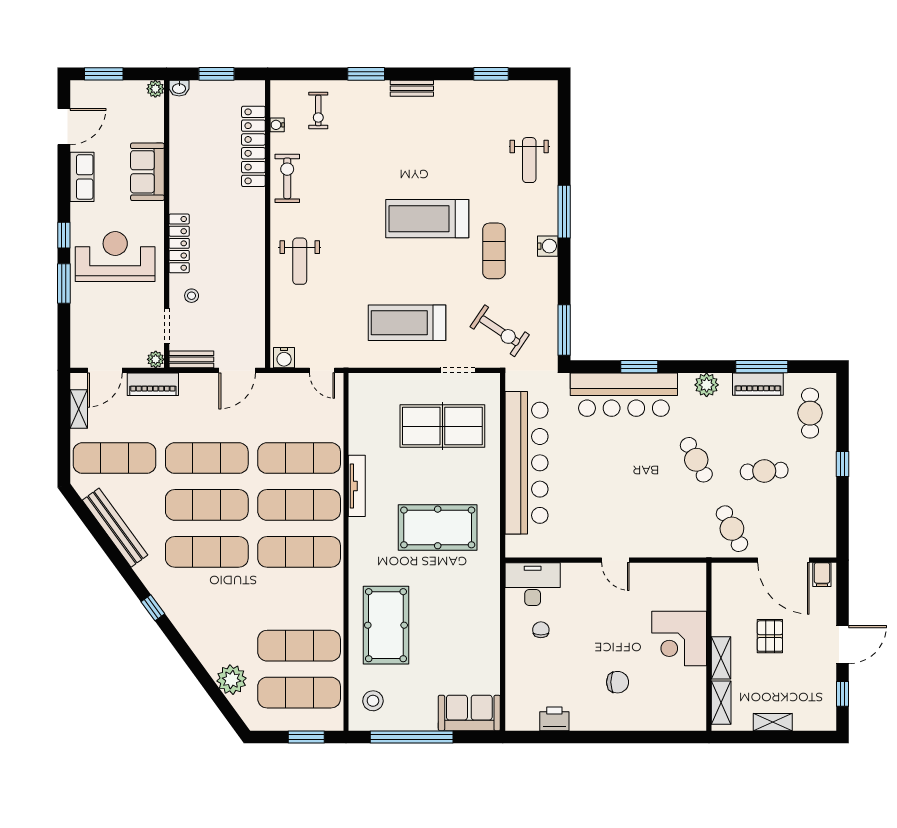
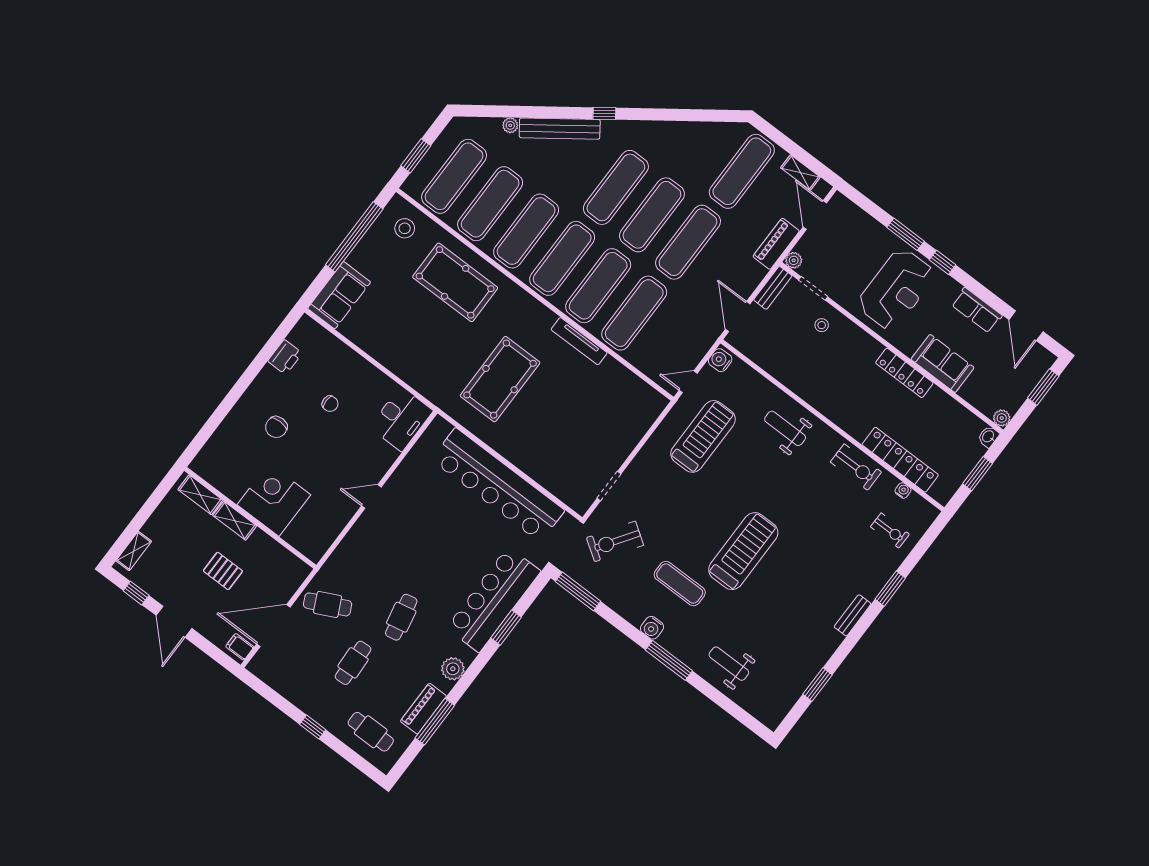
exercise bike: (318, 111) -> (890, 530), turned 180
locker: (179, 243) -> (904, 373), moved
treadmill: (407, 323) -> (703, 436), moved
table tennis table: (442, 426) -> (575, 442), removed
cafe table: (696, 460) -> (401, 617), turned -74
bench: (115, 528) -> (560, 129), moved
exercise mat: (299, 599) -> (526, 231), added
chair: (541, 630) -> (330, 404), moved
plant: (232, 680) -> (510, 125), width x0.53, depth x0.53
shelving: (773, 722) -> (134, 551), moved

